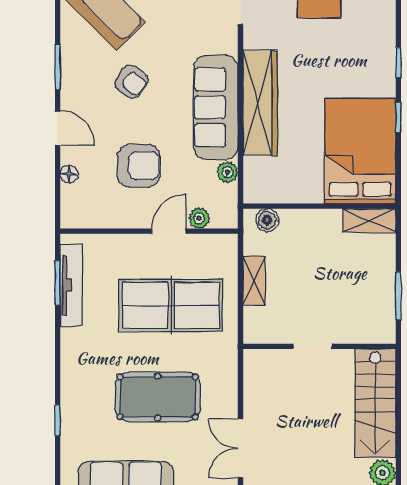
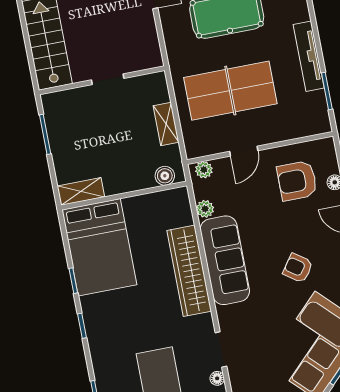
armchair: (139, 166) -> (297, 181), moved
plant: (199, 218) -> (204, 170), moved
tv unit: (71, 285) -> (309, 56), moved

